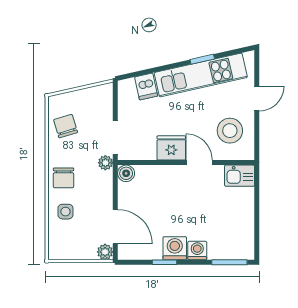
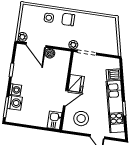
chair: (66, 126) -> (98, 25), removed
boiler: (126, 173) -> (50, 53), moved
door: (115, 227) -> (36, 45), hinge flipped
washing machine: (175, 248) -> (15, 103), moved

